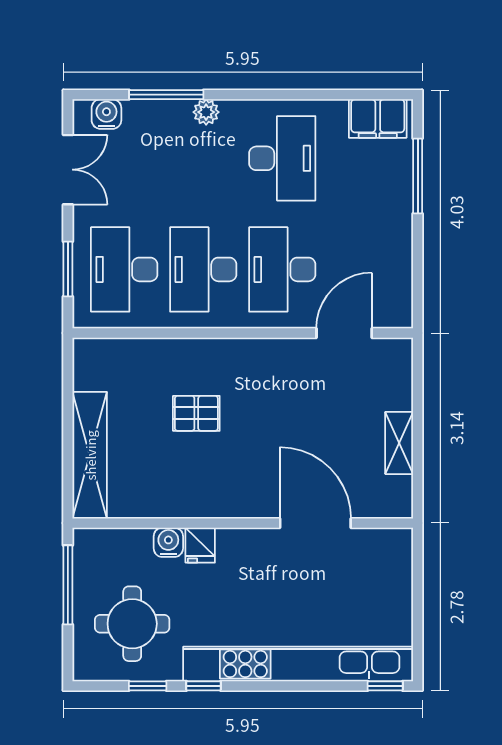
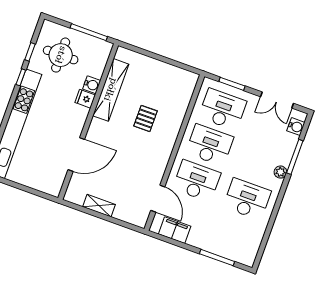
filing cabinet: (378, 119) -> (175, 230), moved, turned 90
desk: (282, 158) -> (247, 199), turned 180
shelving: (90, 455) -> (111, 90), moved, turned 90

